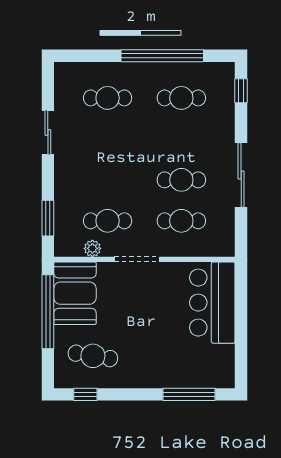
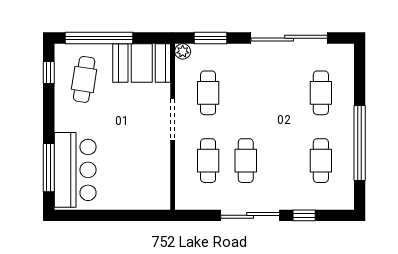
window: (241, 91) -> (304, 215), moved
sliding door: (48, 133) -> (289, 38), width x1.86
plant: (92, 248) -> (183, 51), moved
bar counter: (212, 303) -> (75, 170), moved, turned 90
window: (48, 312) -> (99, 38), moved

